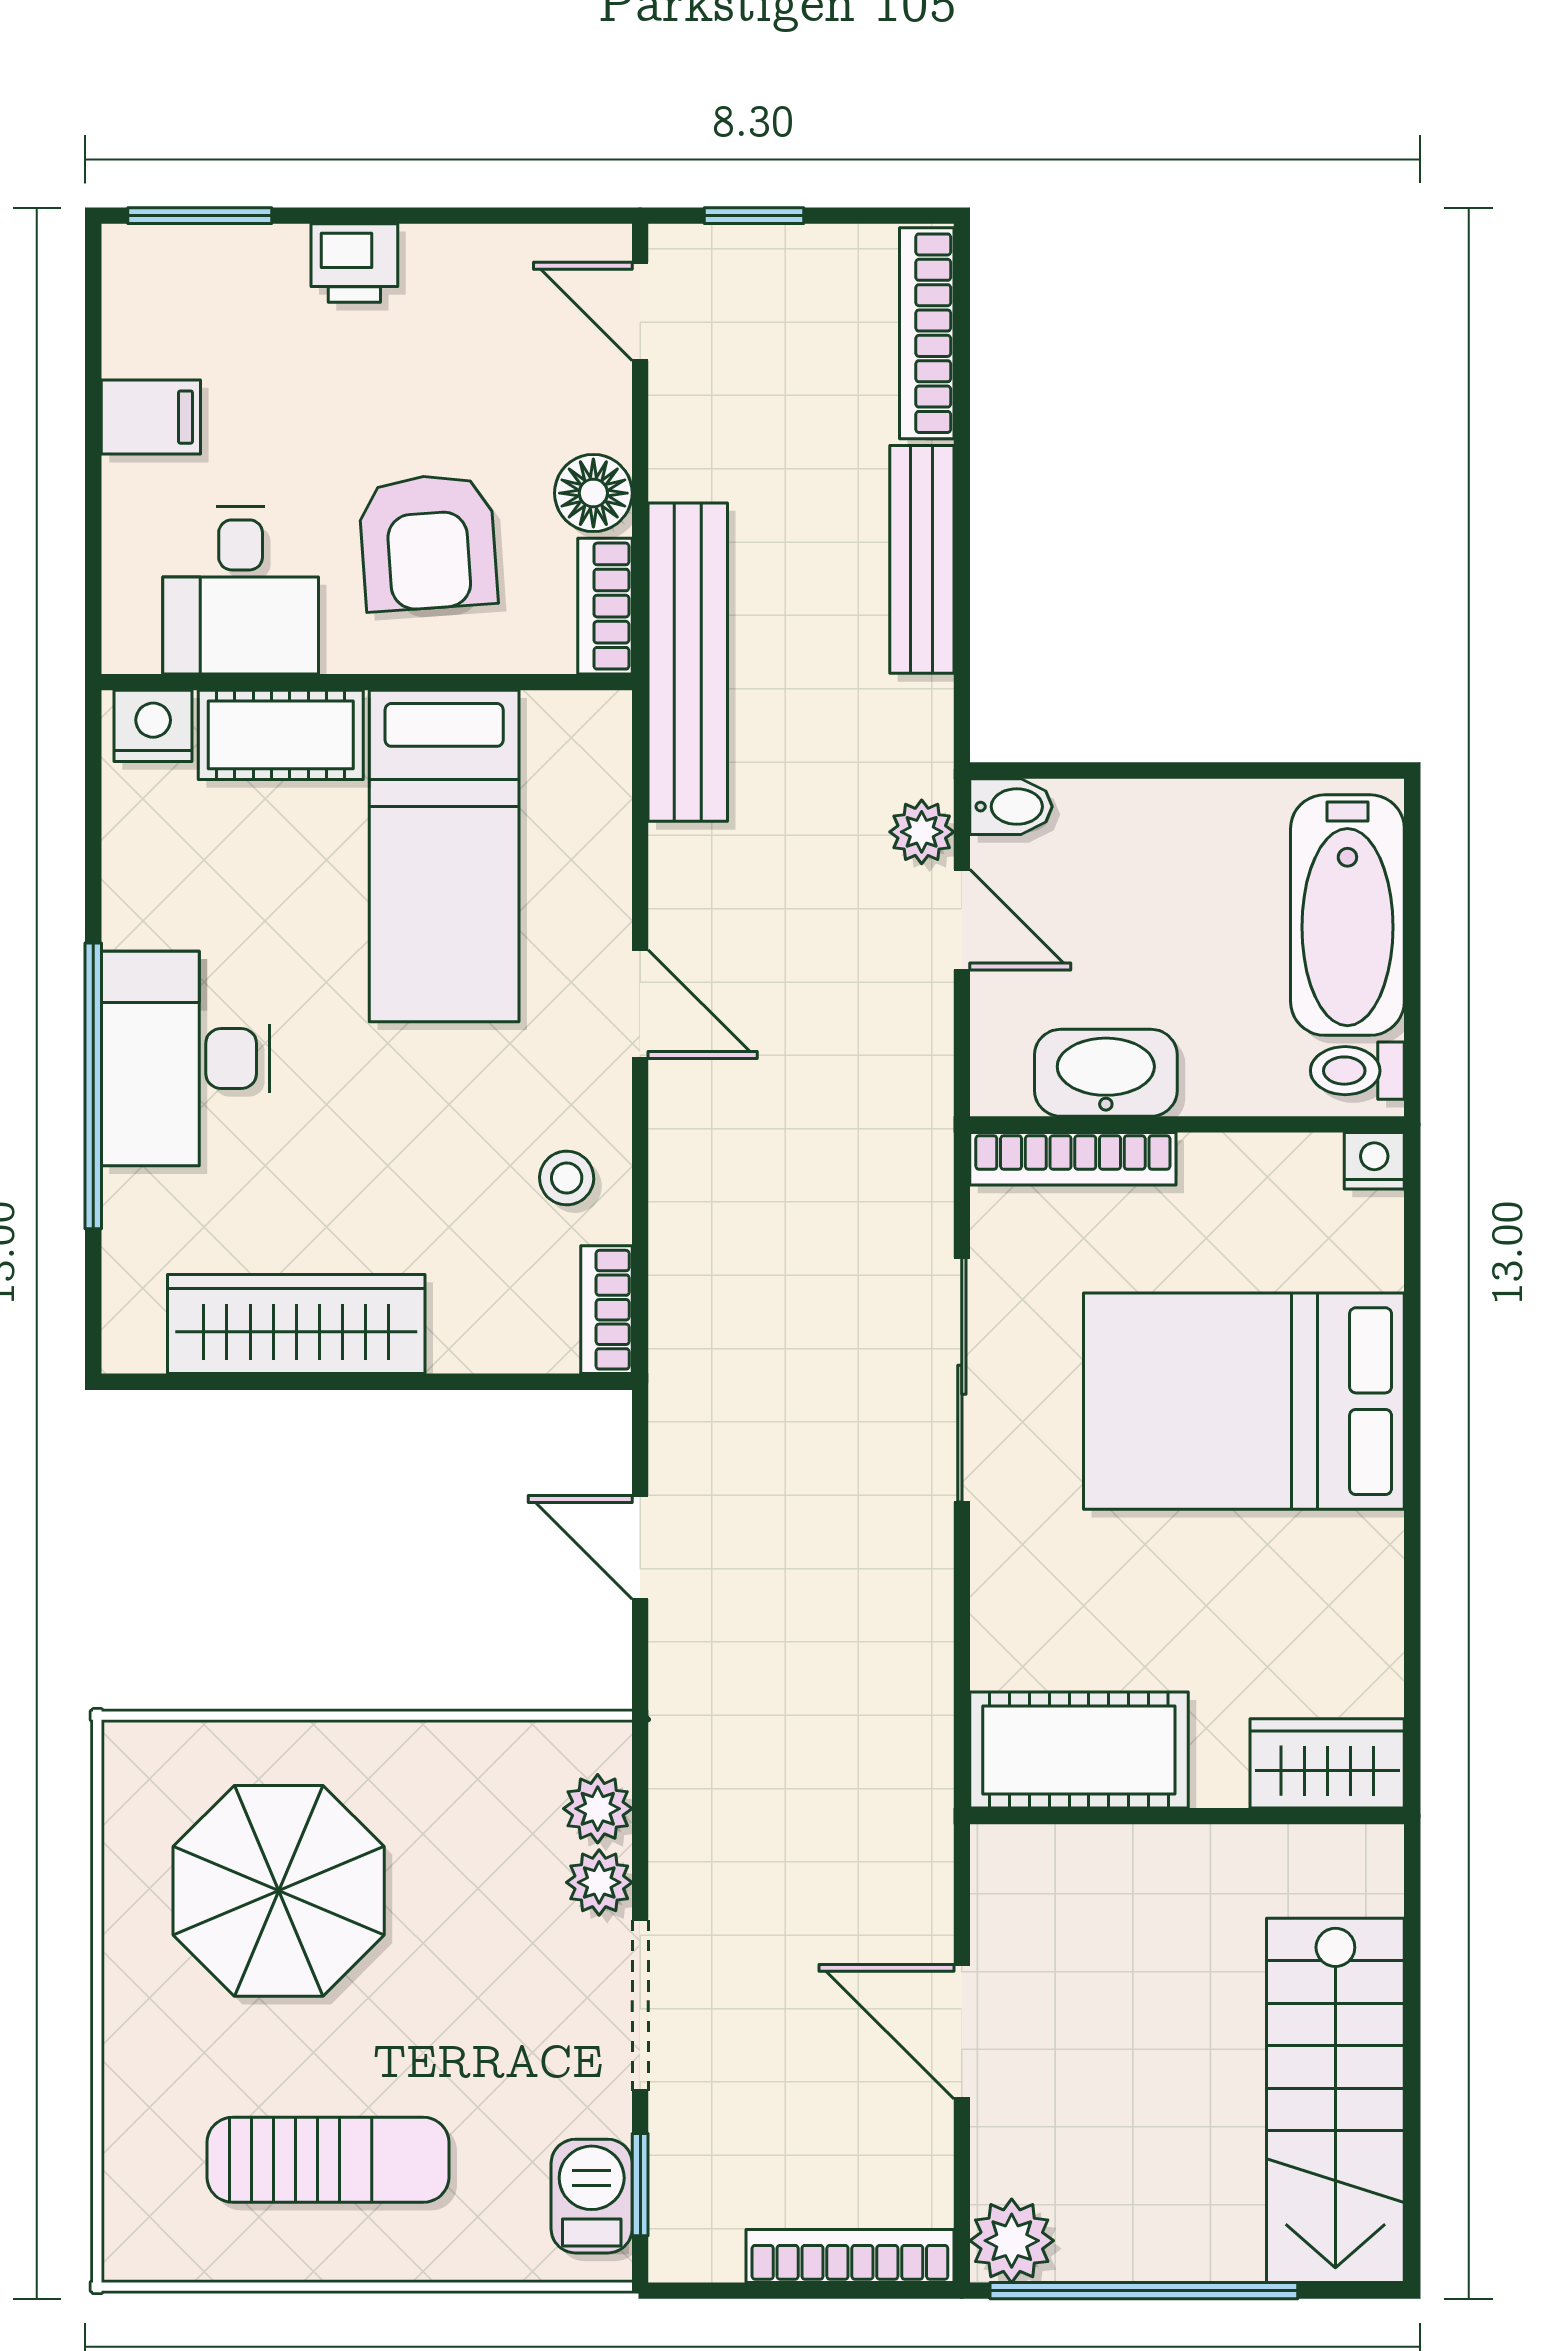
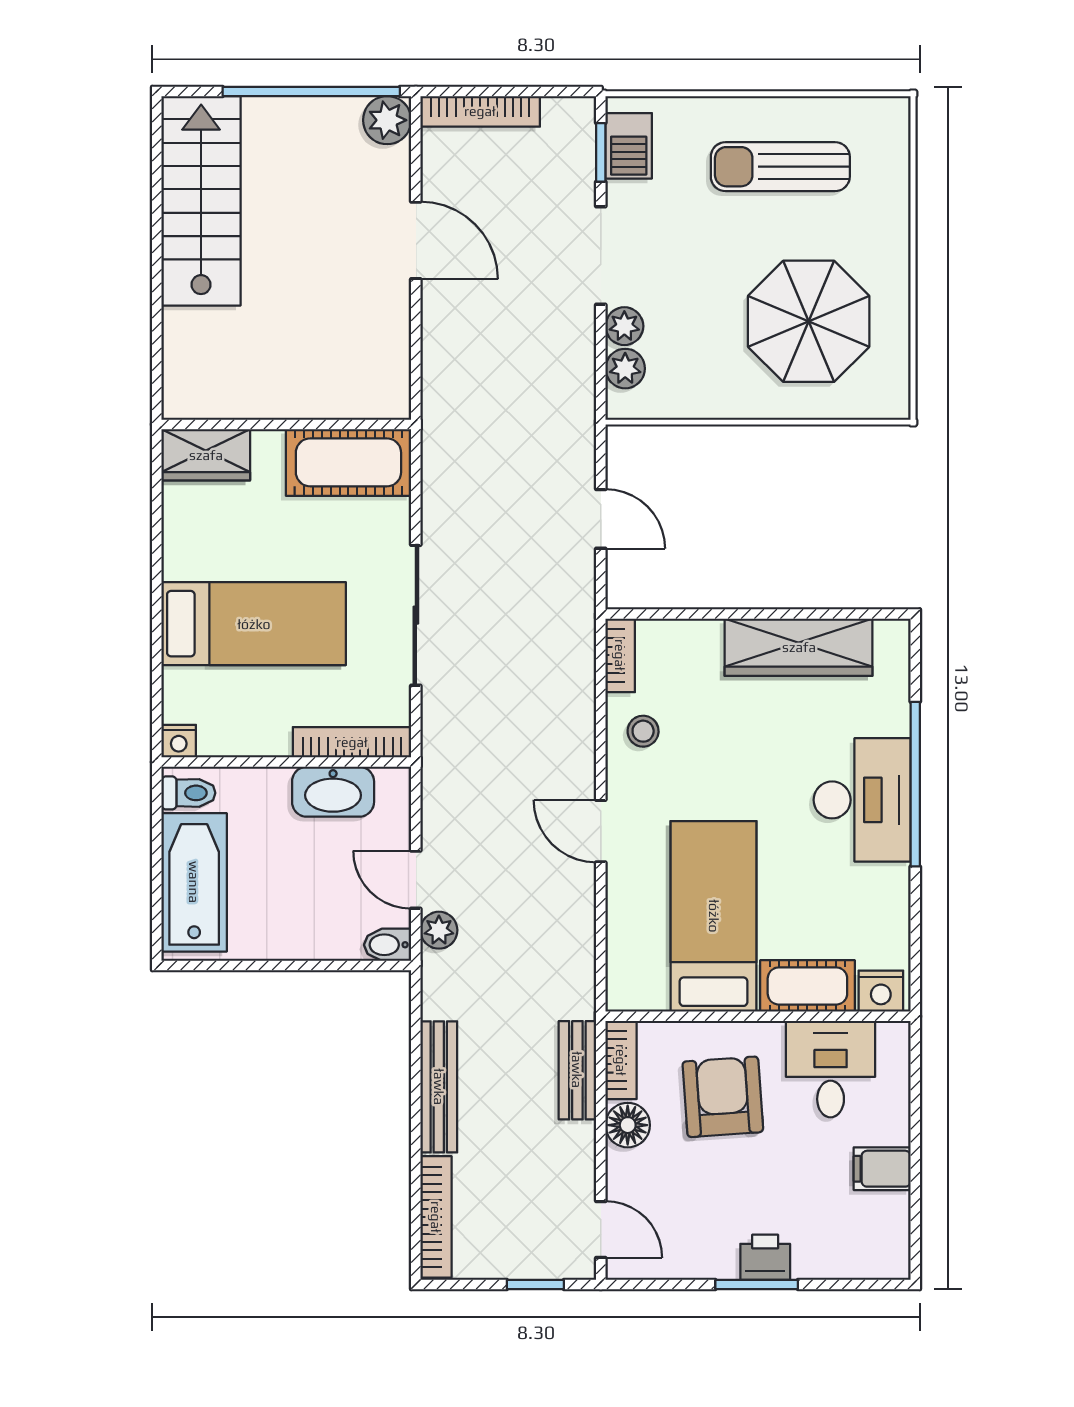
window: (200, 216) -> (757, 1285), moved
bench: (688, 662) -> (577, 1070), width x0.54, depth x0.82
bed: (1244, 1401) -> (254, 624), width x0.67
cot: (1079, 1750) -> (348, 462), moved
wardrobe: (1327, 1763) -> (206, 455), moved
wall: (1187, 1816) -> (286, 424), moved

